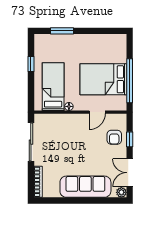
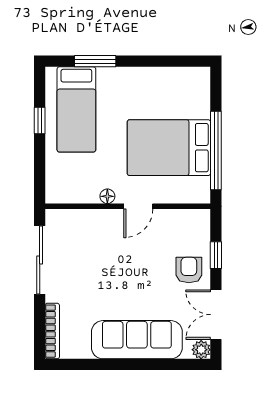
bed: (53, 87) -> (76, 109), moved, turned 180
door: (97, 112) -> (138, 206), moved
armchair: (114, 137) -> (189, 270), moved, turned 180

